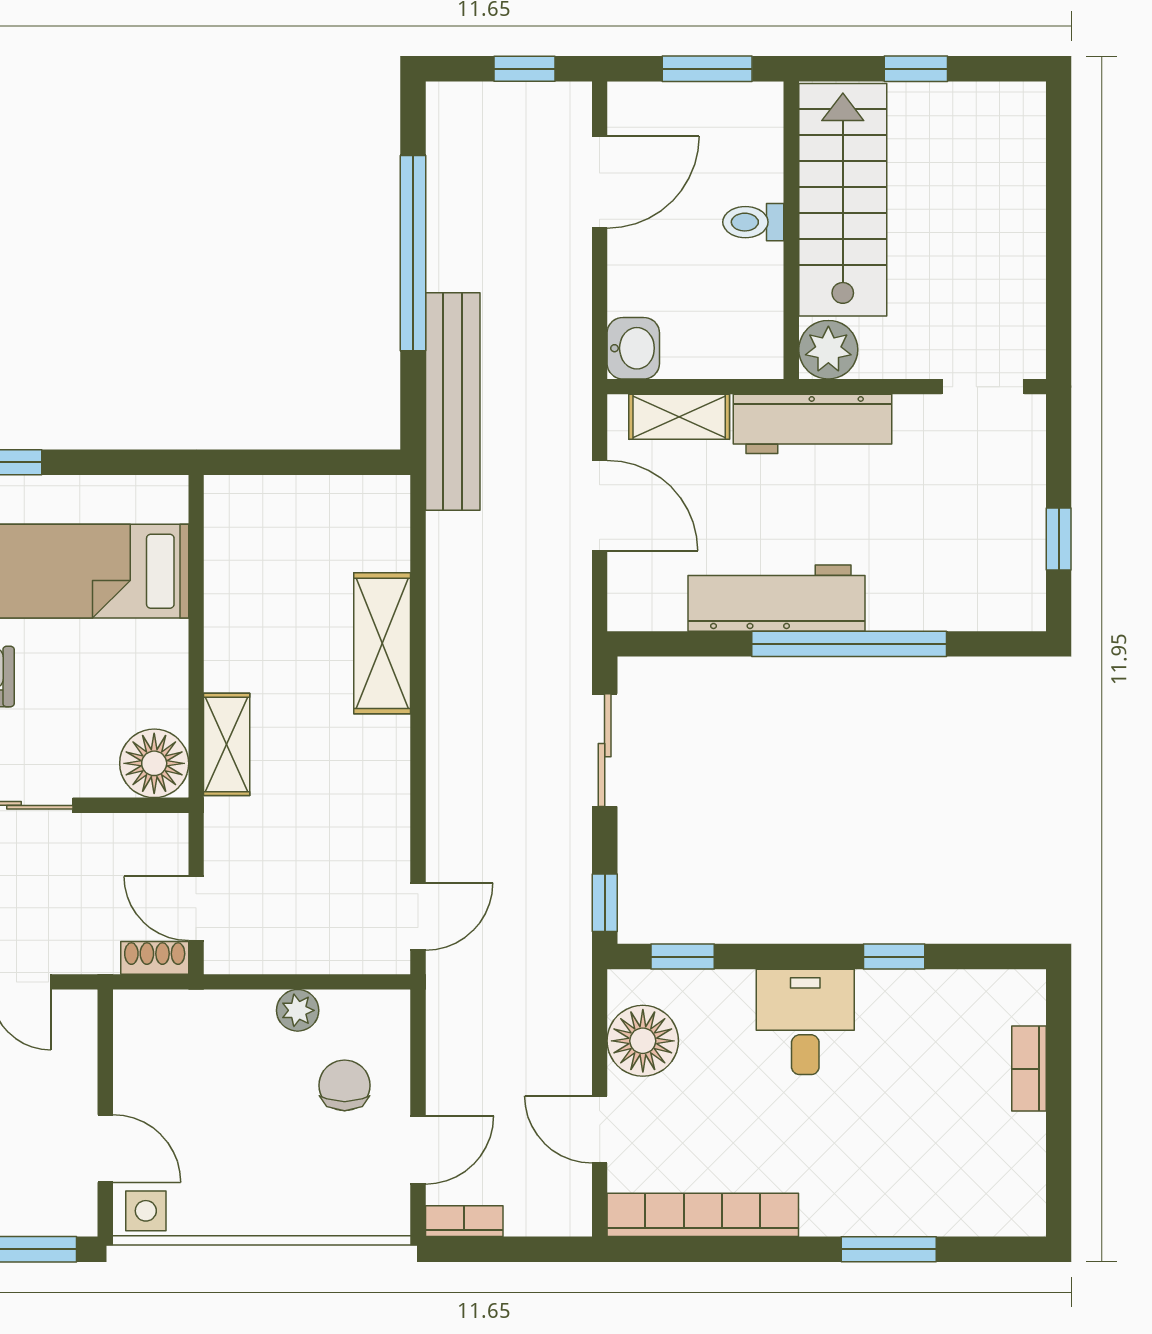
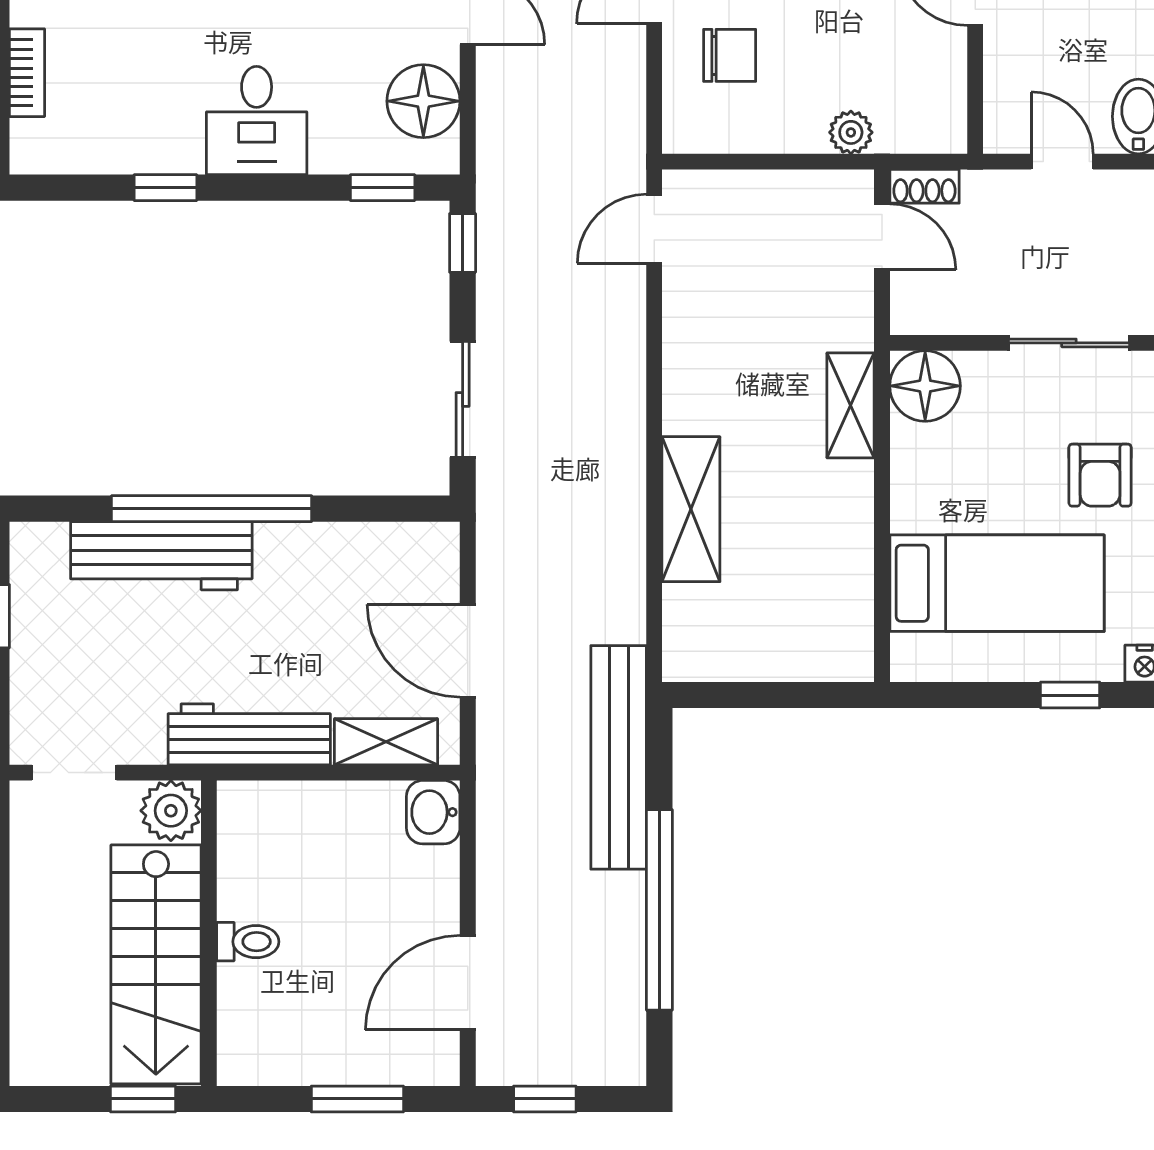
stairs: (843, 200) -> (156, 964), moved
toilet: (753, 222) -> (248, 942), moved
wall: (791, 230) -> (209, 933), moved
plant: (828, 350) -> (171, 811), moved
workbench: (777, 598) -> (161, 556), moved
plant: (298, 1010) -> (851, 132), moved
chair: (345, 1085) -> (730, 55), turned -90

